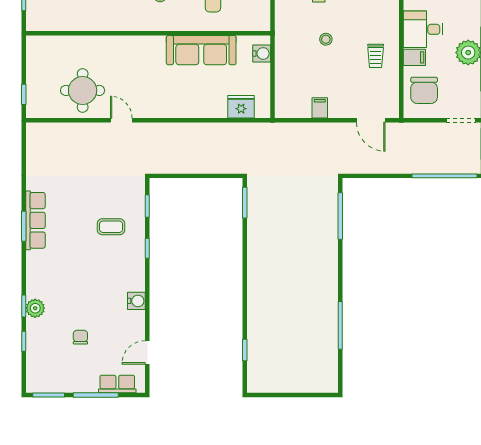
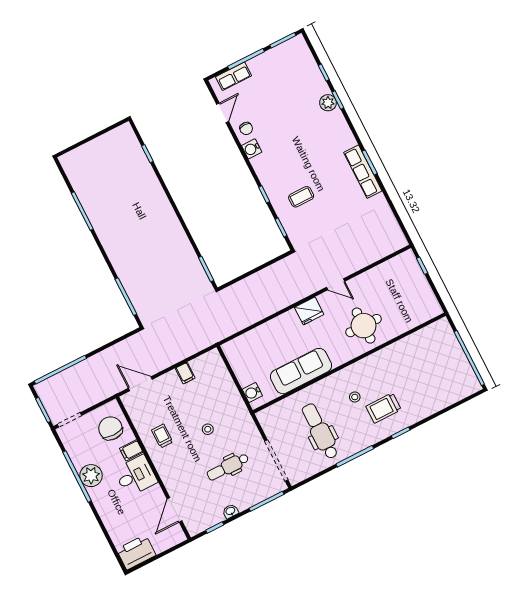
round table: (83, 90) -> (364, 326), moved
fridge: (241, 107) -> (309, 311), moved
chair: (80, 337) -> (246, 128), moved

